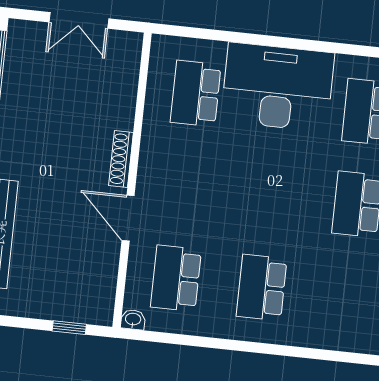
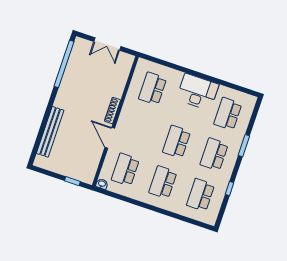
desk: (278, 87) -> (198, 92), width x0.73, depth x0.77
school desk: (271, 195) -> (177, 142), added
school desk: (347, 297) -> (200, 195), added

